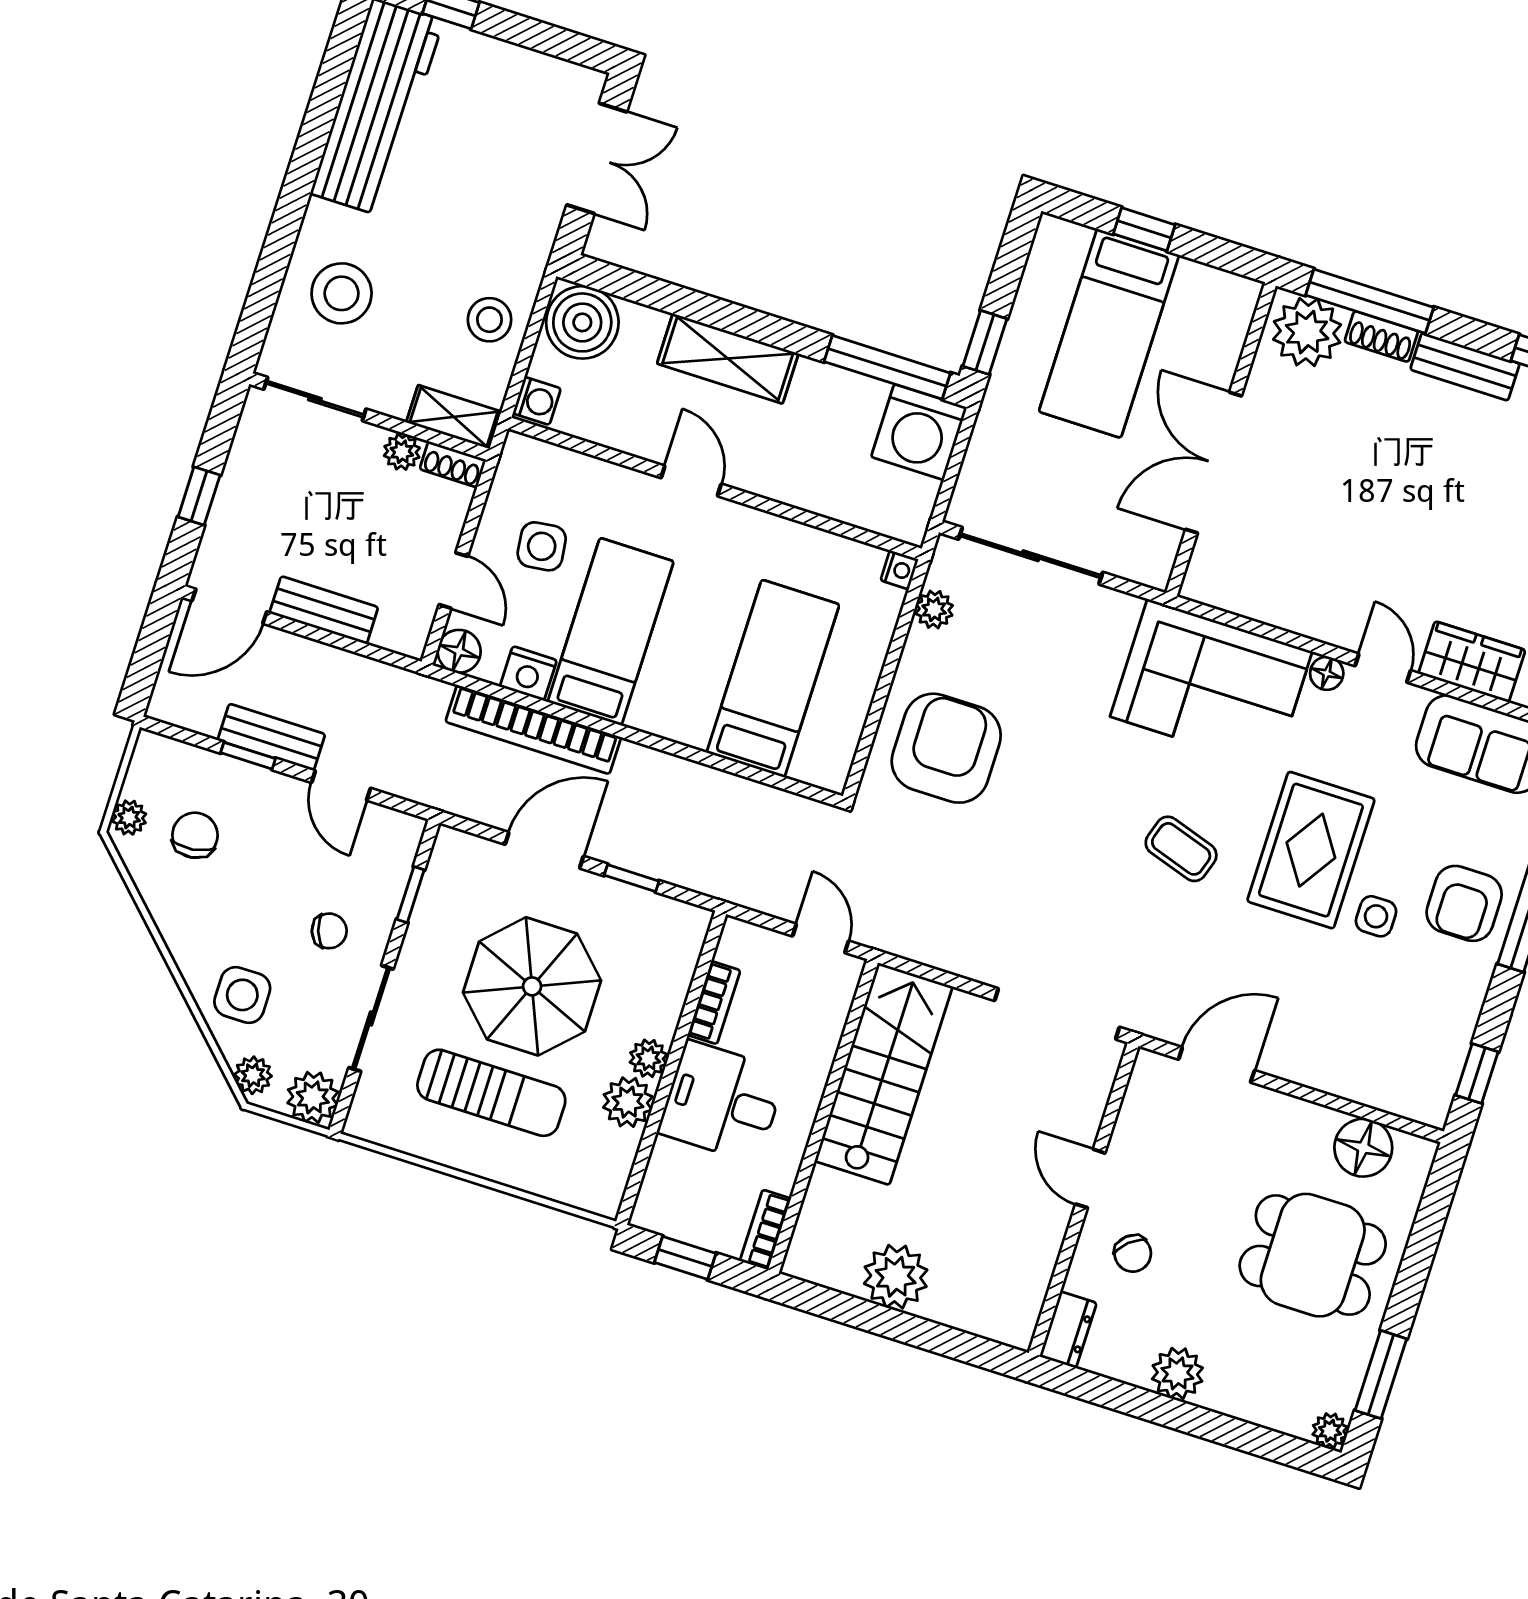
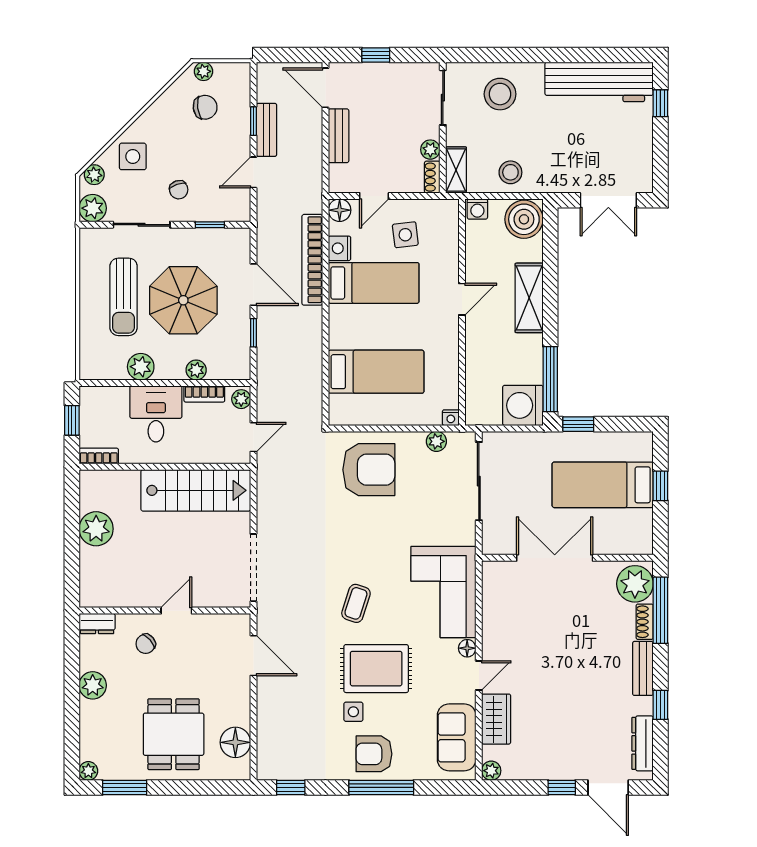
plant: (745, 939) -> (241, 399), added
plant: (648, 1058) -> (196, 370), moved

